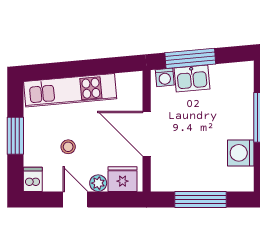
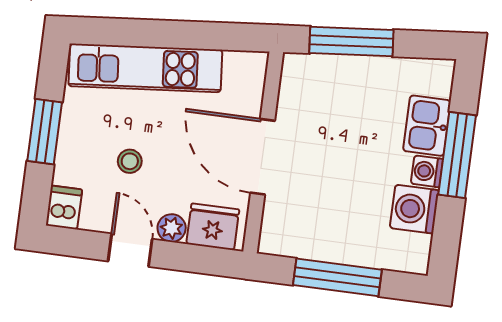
washing machine: (165, 77) -> (427, 171), moved, turned 95
kitchen sink: (192, 79) -> (427, 126), moved, turned 95

